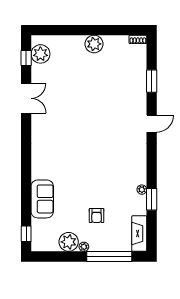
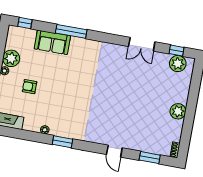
window: (152, 81) -> (150, 158), moved
door: (152, 124) -> (114, 151), moved
window: (26, 180) -> (71, 31), added
window: (152, 199) -> (62, 142), moved

